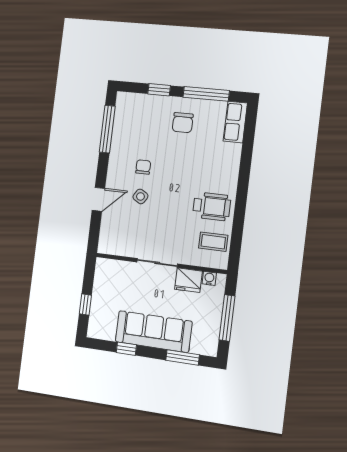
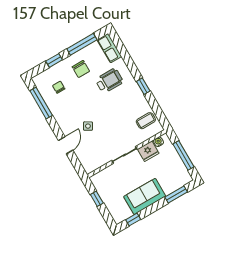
chair: (143, 167) -> (59, 87), moved
window: (241, 198) -> (143, 86), added
wheelchair: (212, 206) -> (109, 81), moved
window: (85, 305) -> (97, 199), moved
sofa: (154, 332) -> (145, 196), width x0.73
window: (126, 349) -> (133, 220), moved

